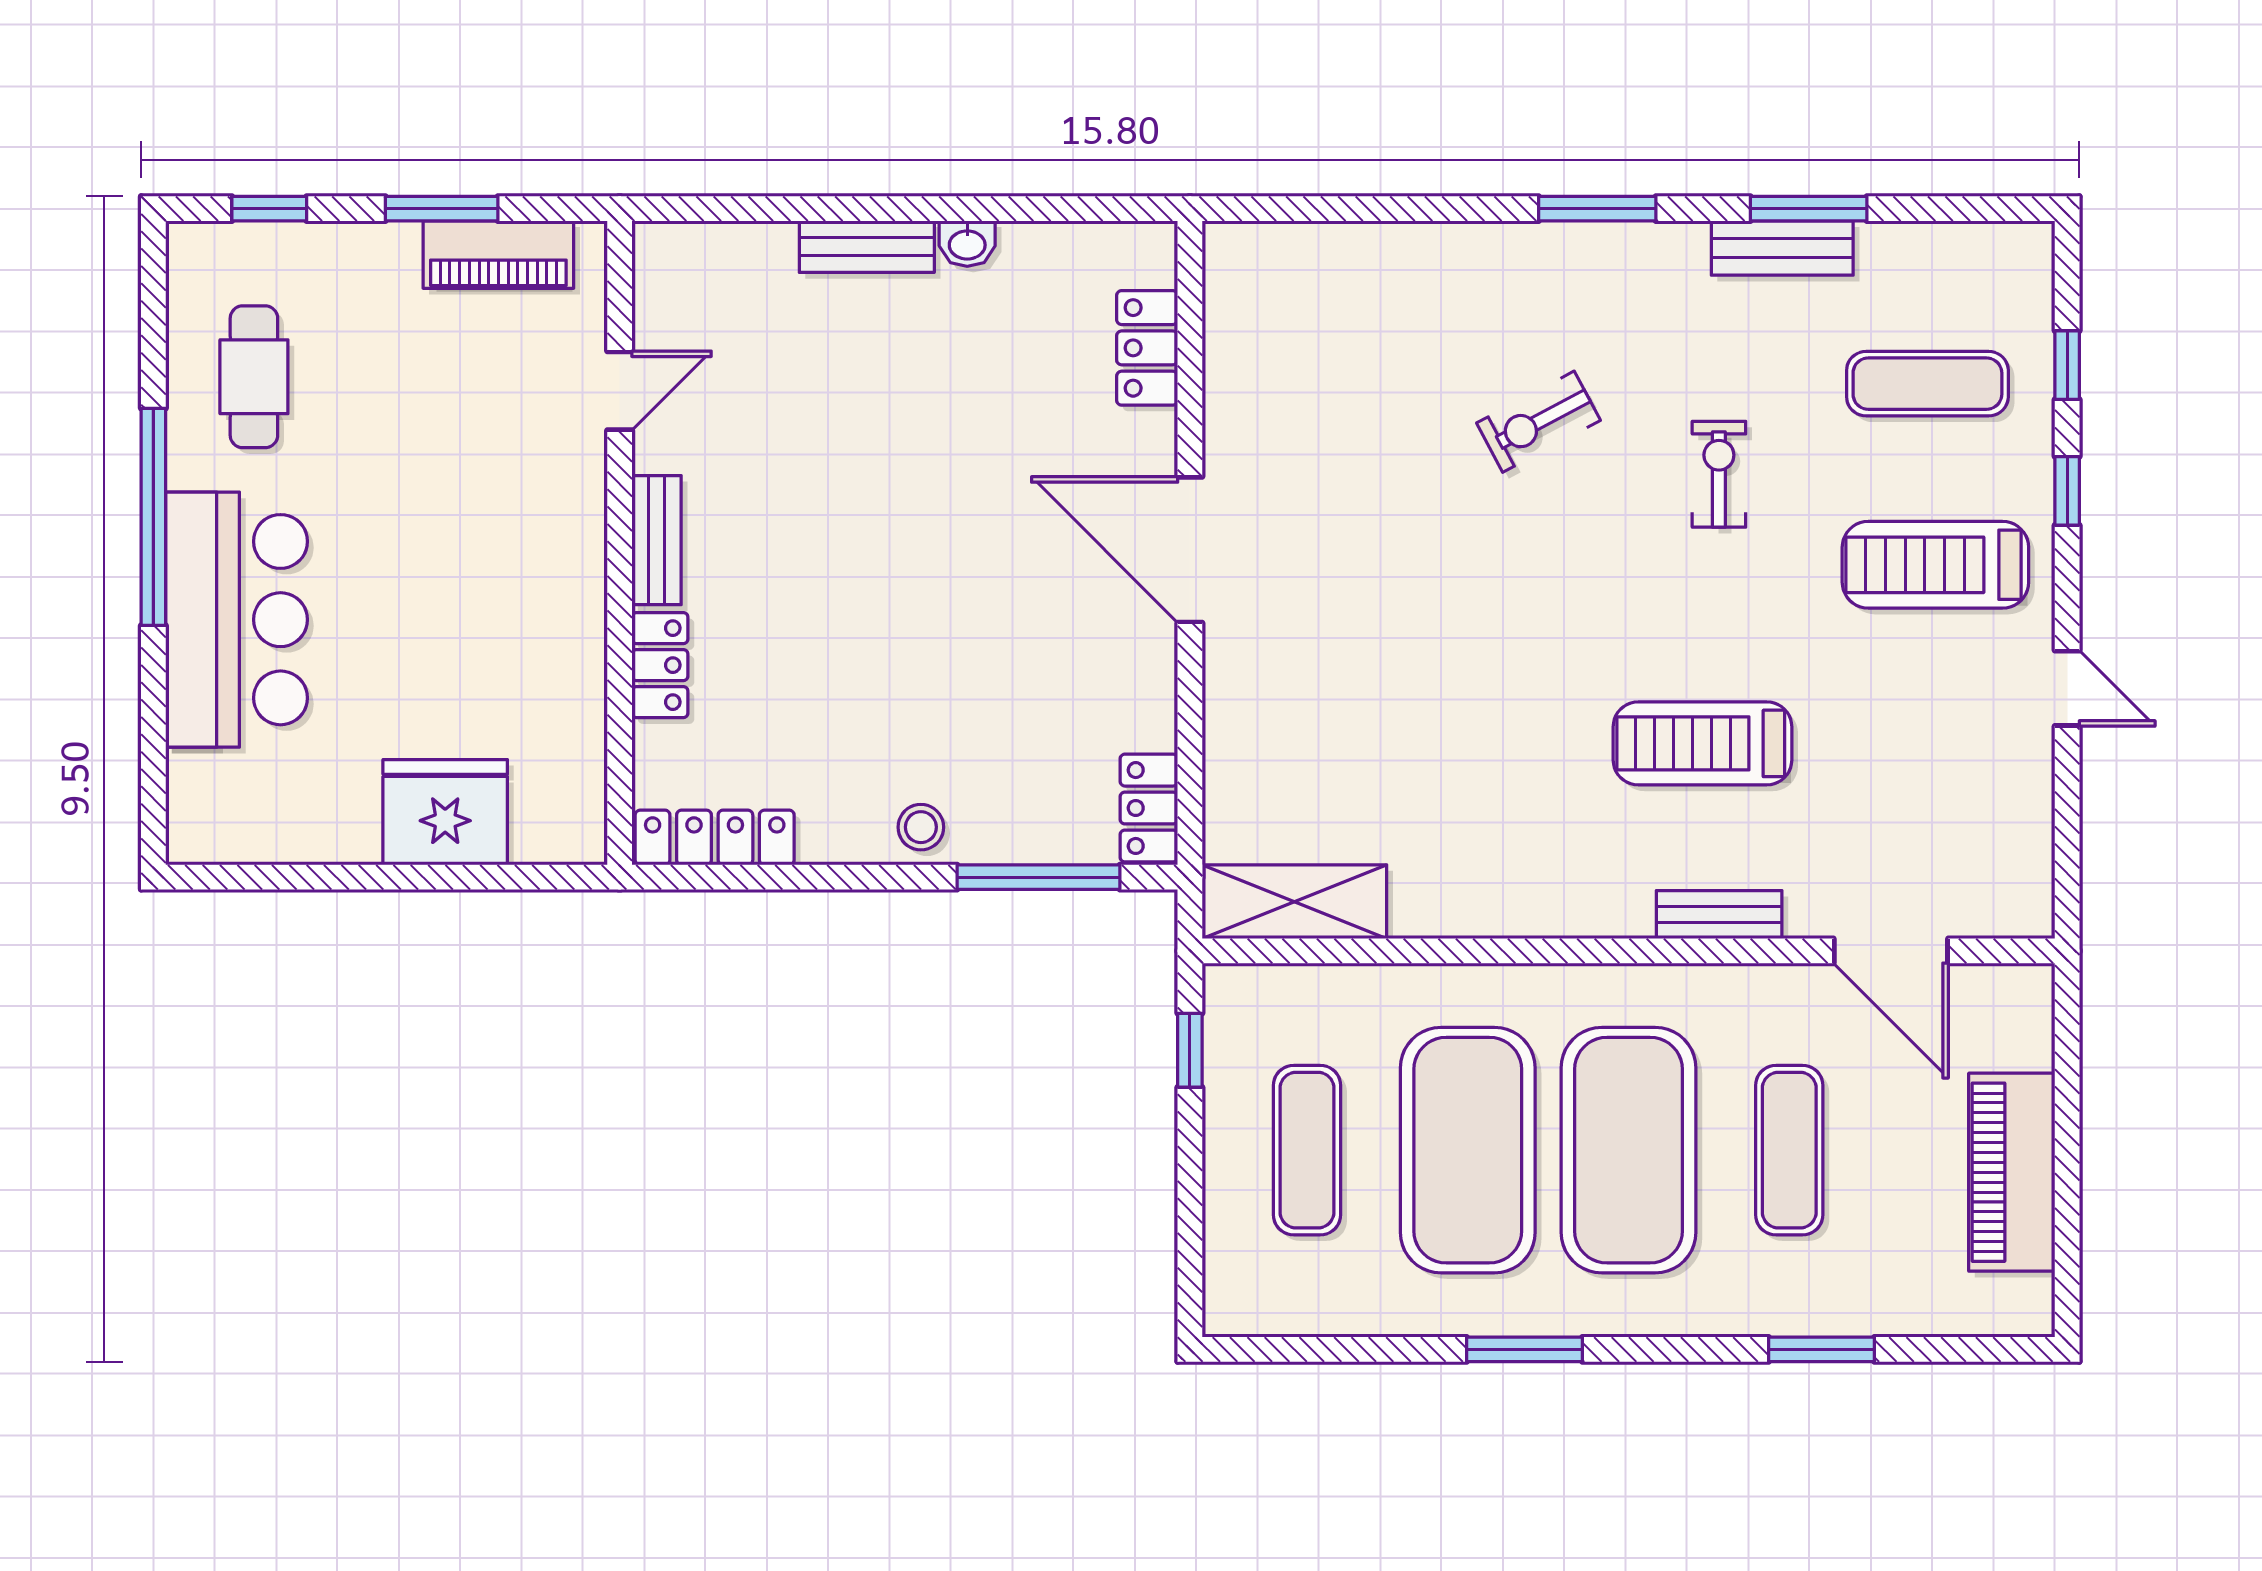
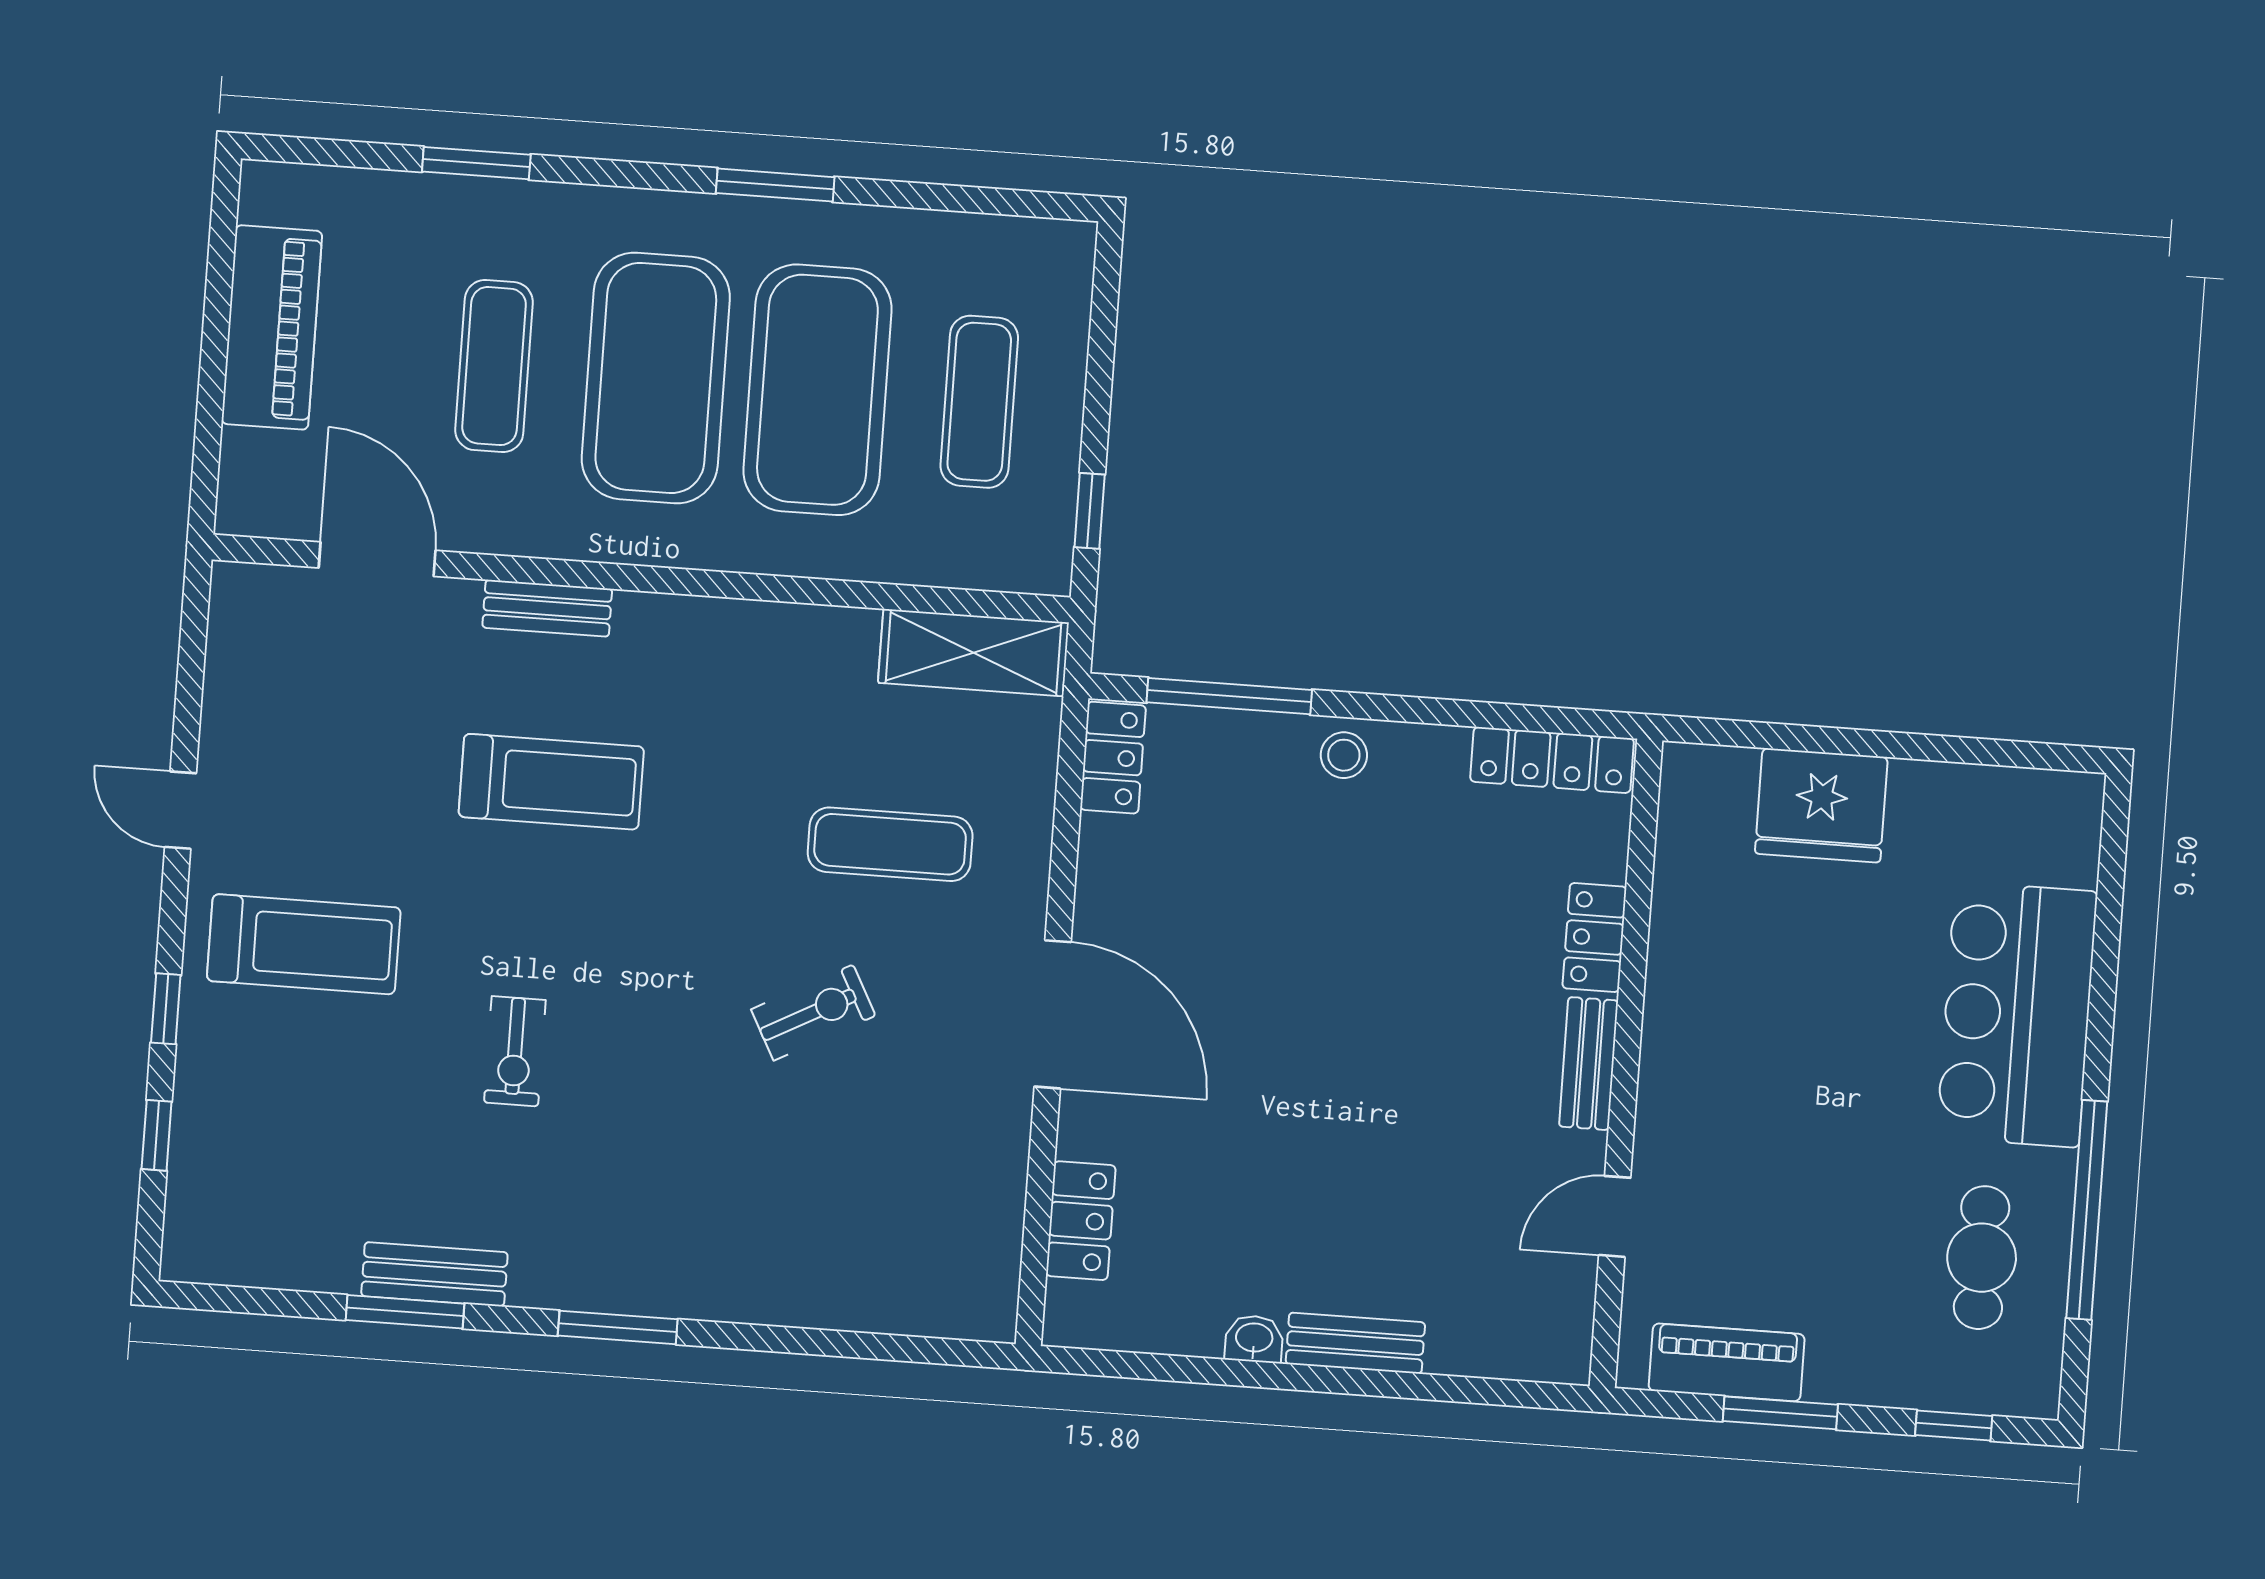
exercise mat: (1927, 384) -> (890, 844), moved
exercise bike: (1538, 422) -> (813, 1013), moved
window: (153, 517) -> (2087, 1210), moved

